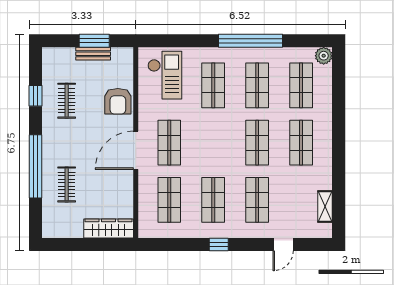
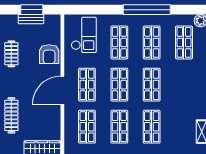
shop shelf: (301, 143) -> (119, 85), moved
clothes rail: (67, 184) -> (11, 115), width x1.36

